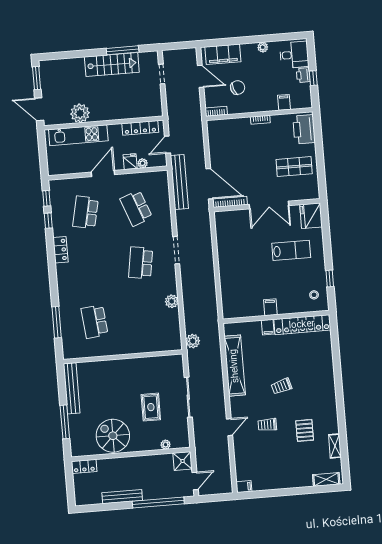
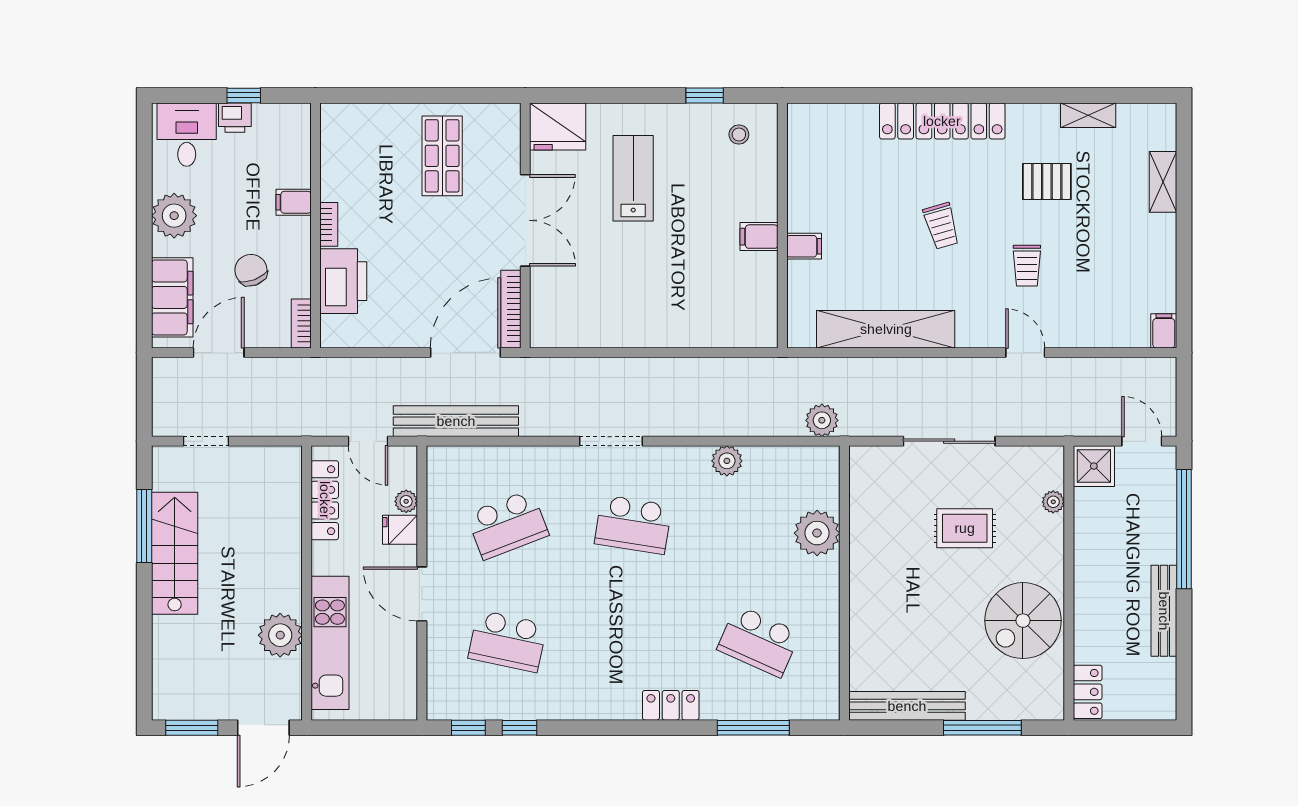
plant: (263, 47) -> (174, 216), width x1.87, depth x1.87
filing cabinet: (284, 102) -> (294, 202), moved
printer: (304, 129) -> (343, 281), moved, turned -90
locker: (60, 250) -> (671, 705), moved
school desk: (94, 322) -> (759, 641), turned 30
locker: (302, 325) -> (942, 121), moved, turned 90
plant: (144, 343) -> (817, 533), added
shelving: (326, 479) -> (1163, 182), moved

